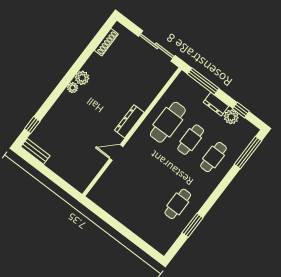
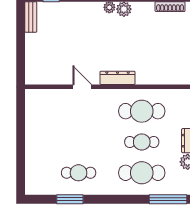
cafe table: (213, 157) -> (142, 173), width x1.37, depth x1.35

